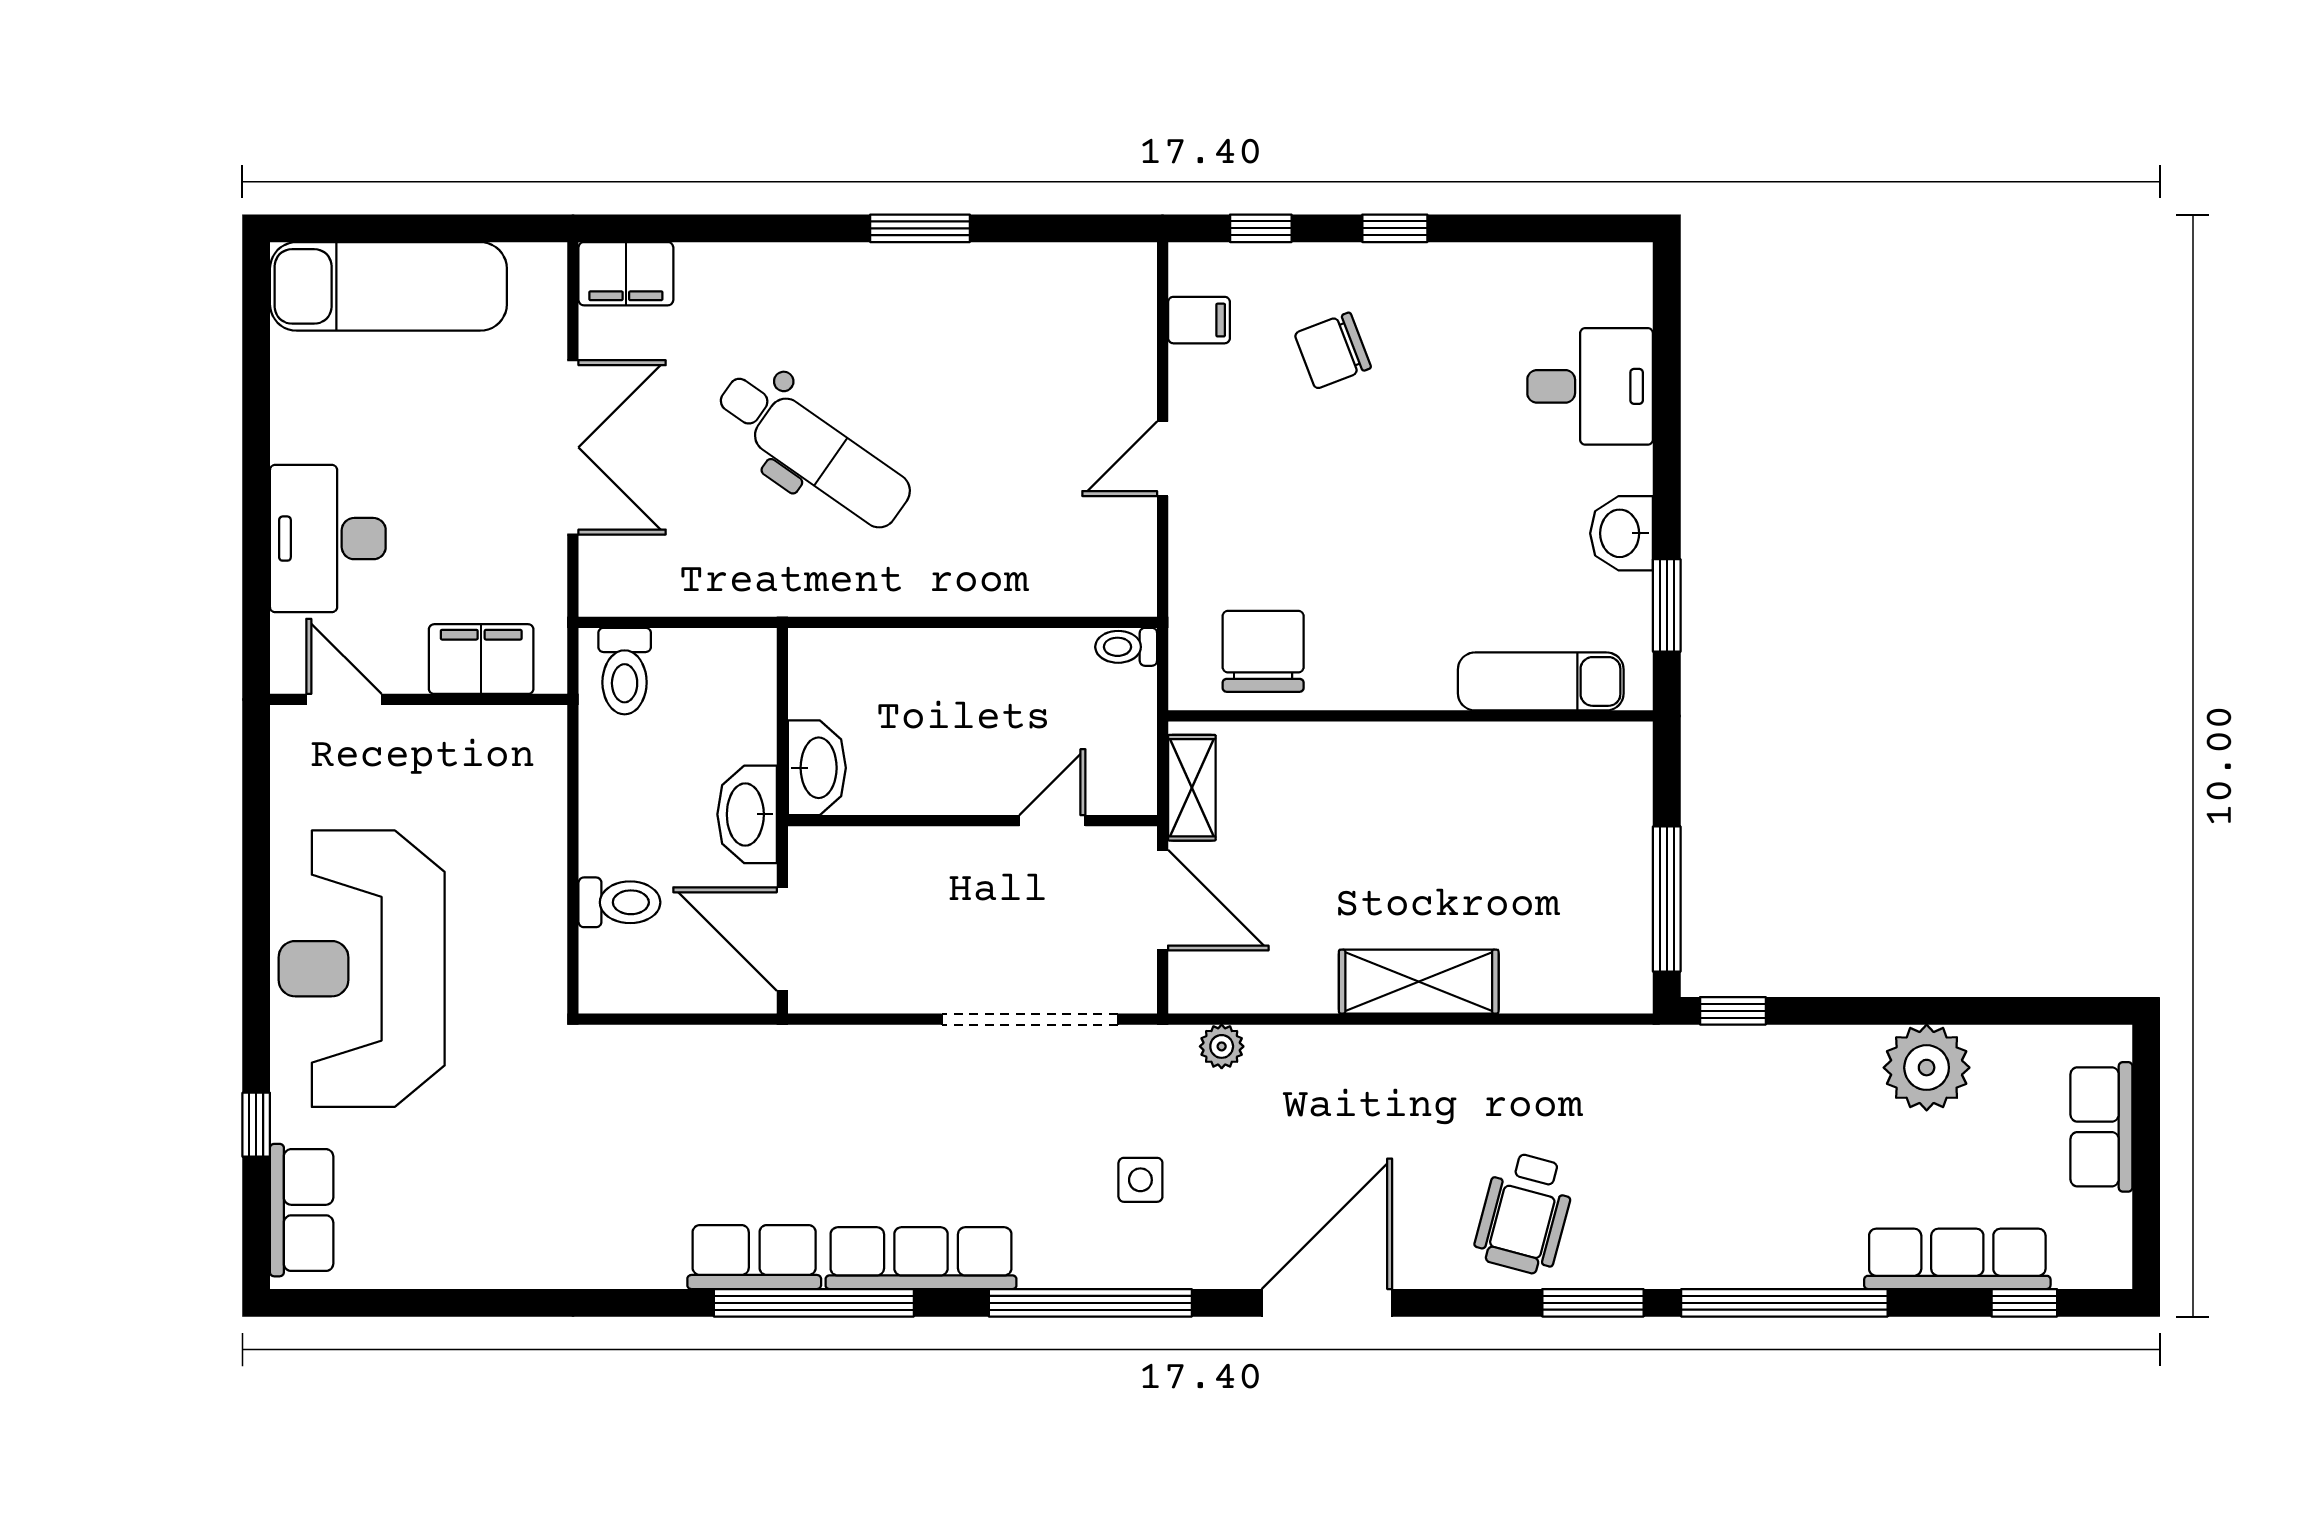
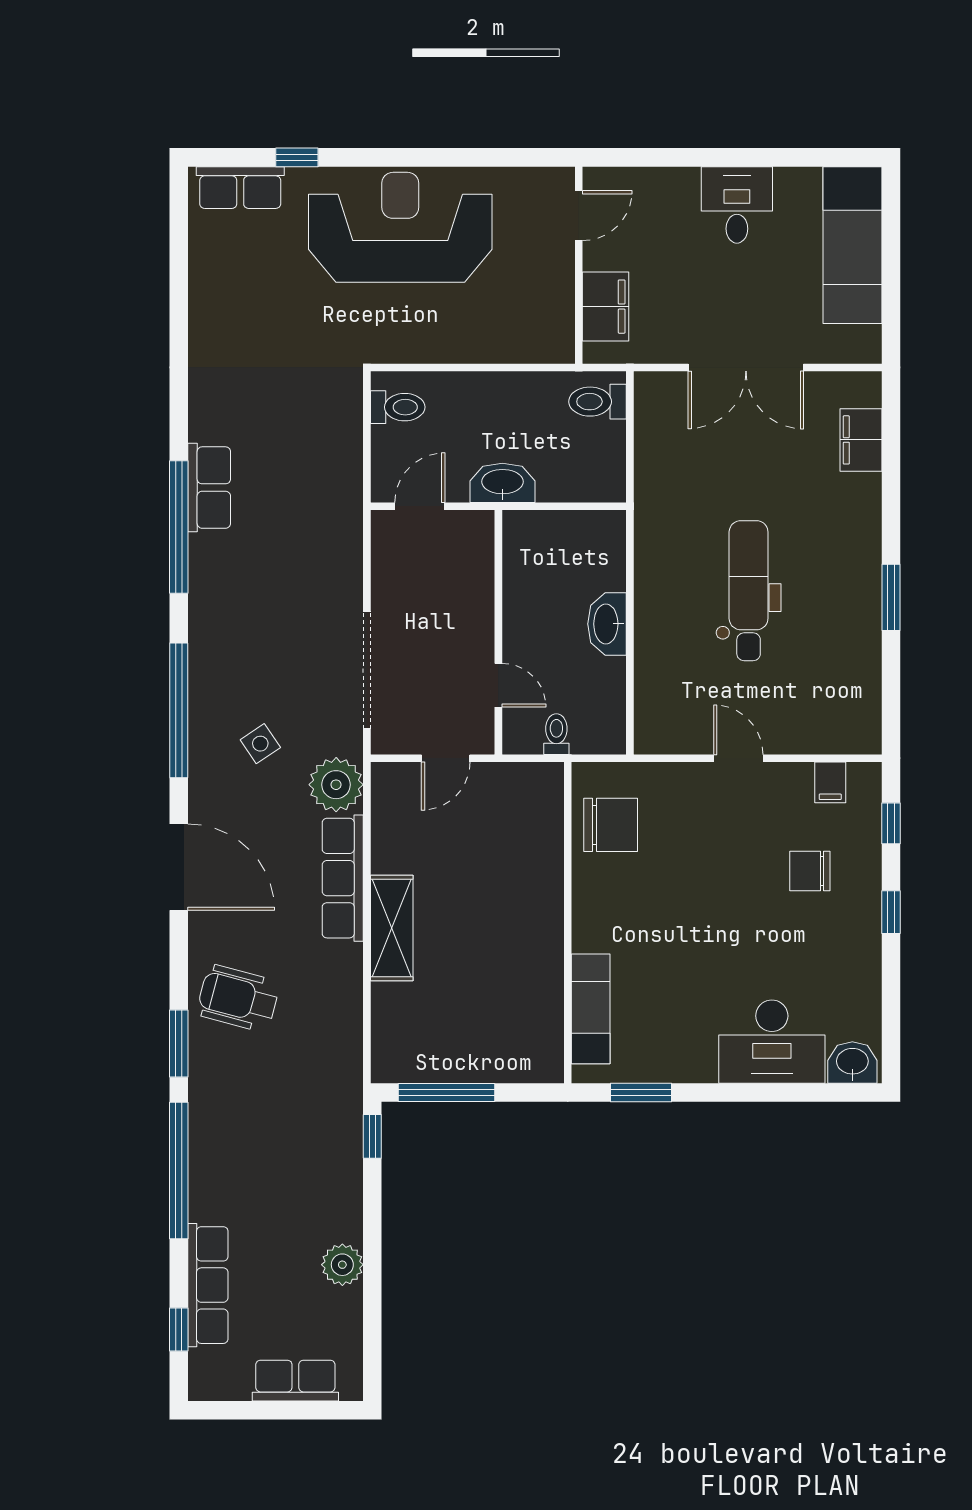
filing cabinet: (626, 274) -> (861, 440), moved
chair: (1333, 351) -> (810, 871), turned -69
desk: (1590, 386) -> (772, 1042), width x1.37
dental chair: (813, 450) -> (749, 591), moved, turned 145
washbasin: (1622, 533) -> (852, 1062), moved
desk: (328, 539) -> (737, 205), moved, width x0.73
toilet: (1126, 647) -> (556, 734), moved
washbasin: (817, 768) -> (607, 624), moved, turned 90
shelving: (1192, 788) -> (520, 778), removed
door: (1163, 900) -> (446, 758), width x0.73
toilet: (619, 902) -> (398, 407), moved, turned -90
door: (782, 939) -> (420, 506), width x0.73
plant: (1222, 1046) -> (336, 785), width x1.88, depth x1.88
plant: (1927, 1068) -> (342, 1265), width x0.73, depth x0.73
side table: (1140, 1180) -> (260, 744), turned -34
row of seats: (921, 1258) -> (343, 878), moved, turned 180

